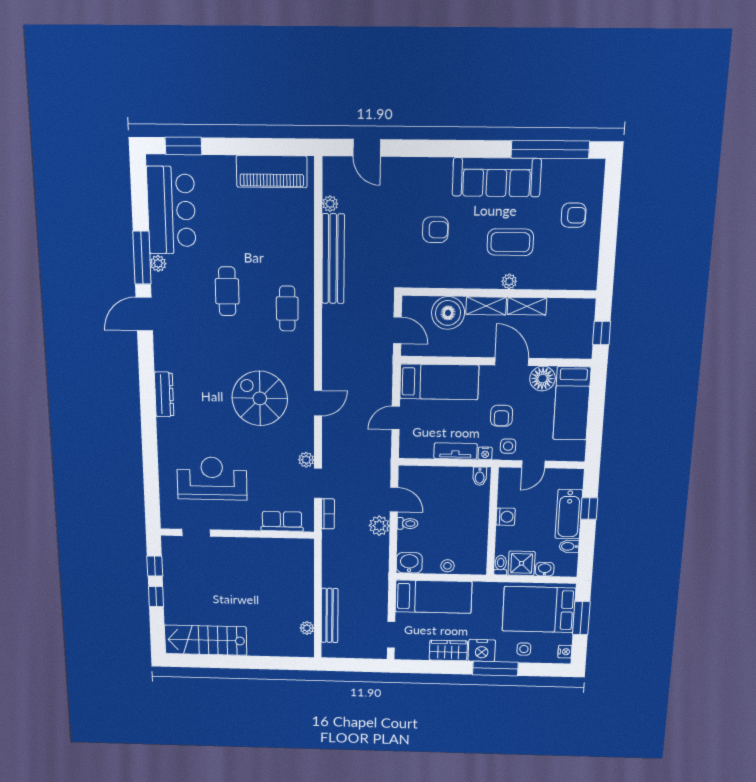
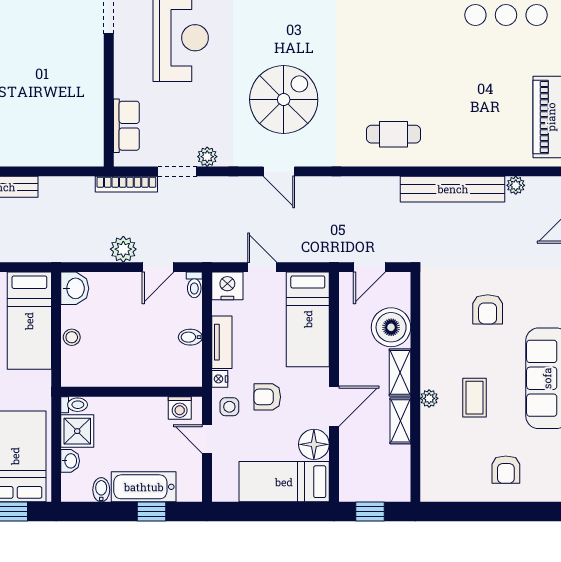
coffee table: (510, 242) -> (474, 398), width x0.73, depth x0.77
cafe table: (227, 291) -> (413, 62), removed
nightstand: (410, 446) -> (227, 286), added
bidet: (480, 476) -> (190, 337), moved
bookcase: (328, 514) -> (126, 184), width x1.56
washing machine: (506, 517) -> (180, 408), moved
toilet: (407, 524) -> (194, 285), moved

